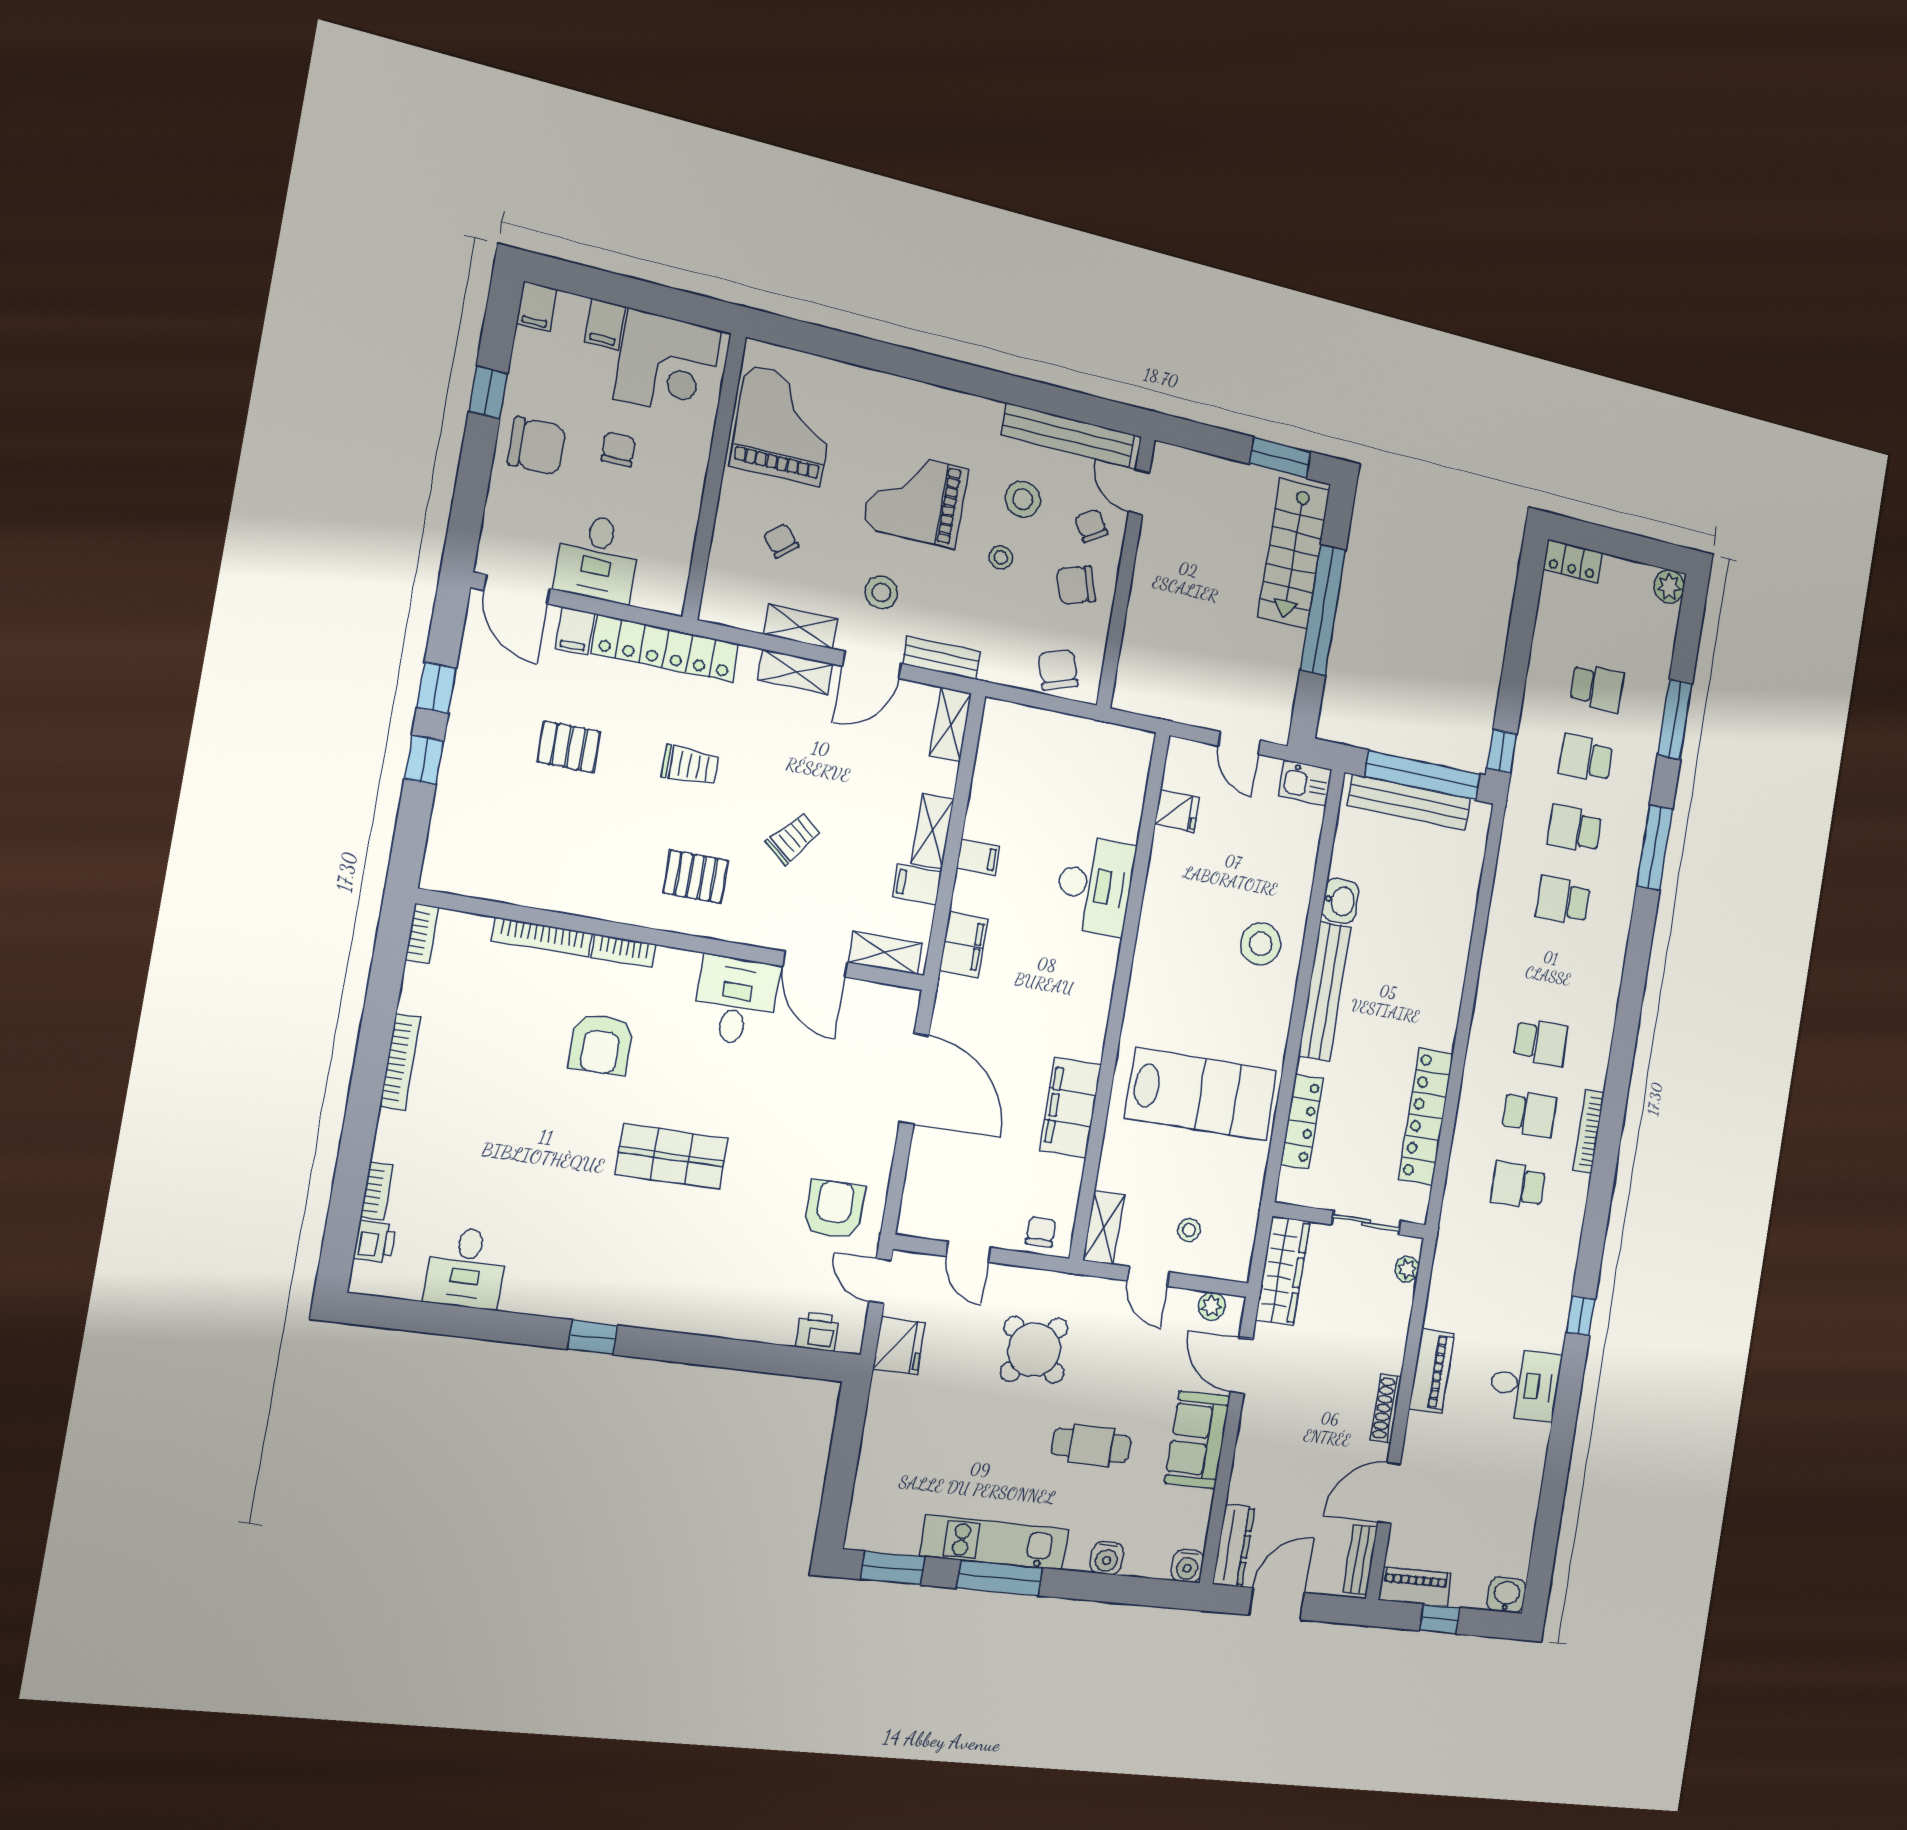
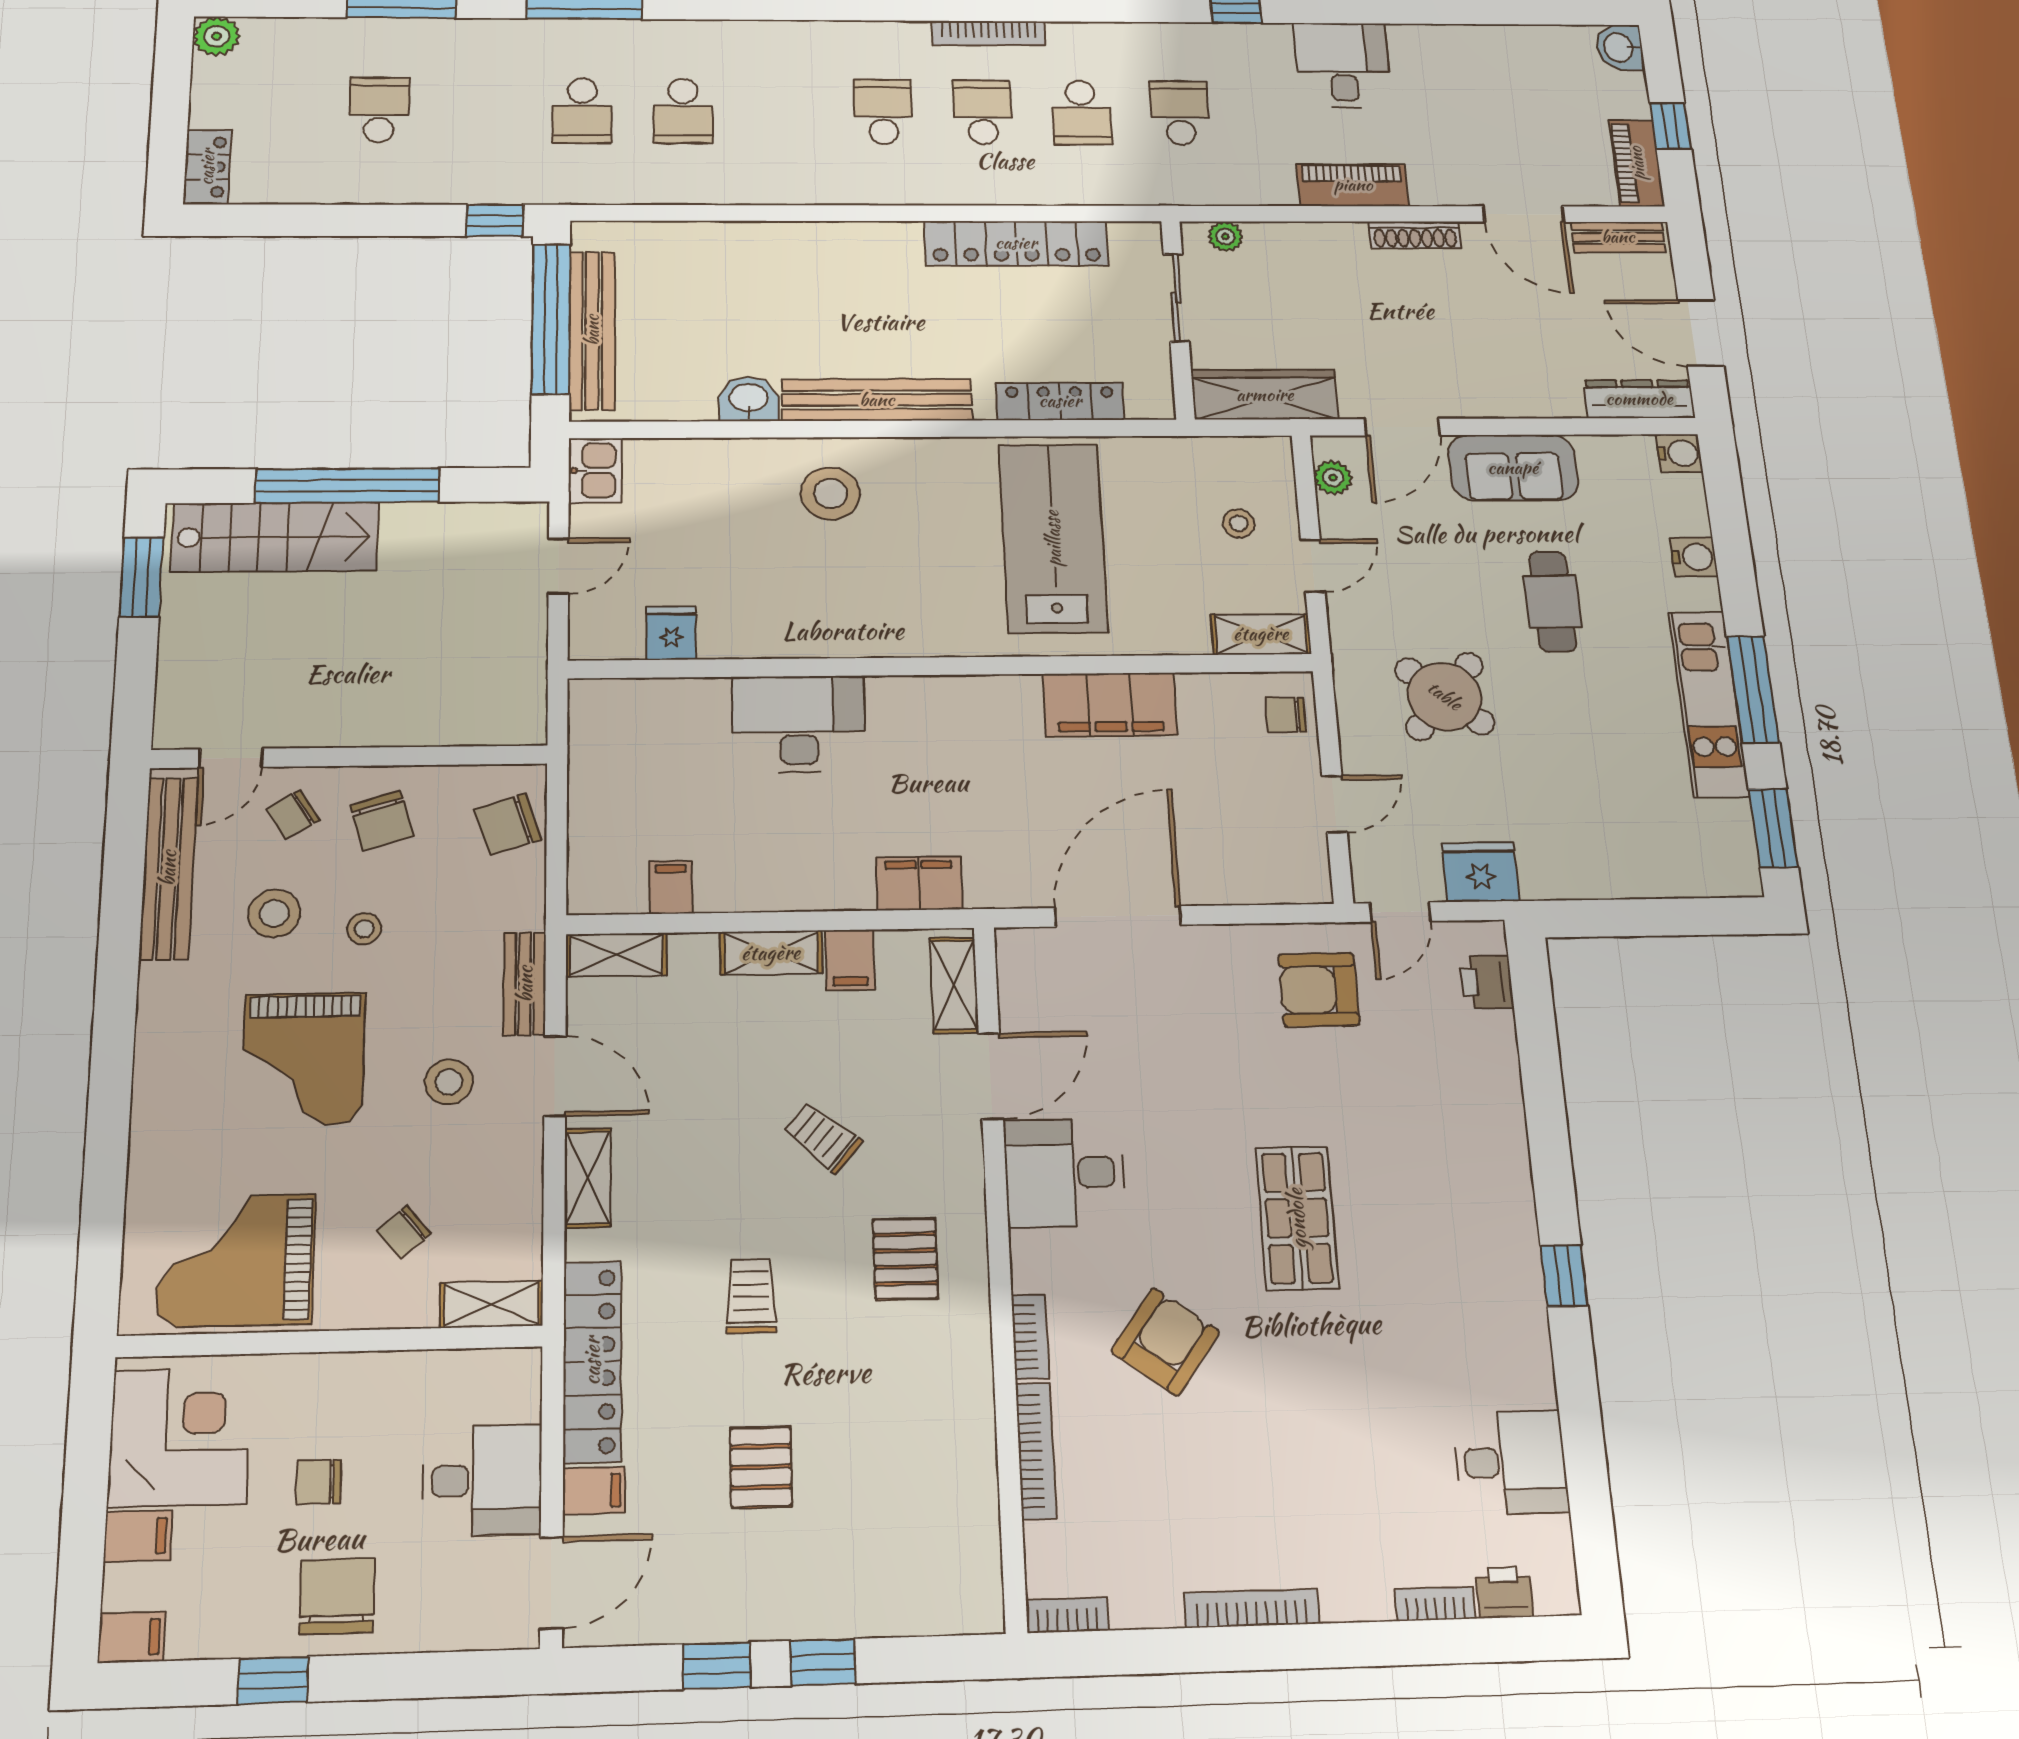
shelving: (801, 627) -> (492, 1304), moved, turned 90
school desk: (1586, 758) -> (1180, 113), moved, turned 180
filing cabinet: (978, 857) -> (671, 887), moved
armchair: (601, 1044) -> (1165, 1342), turned -54

